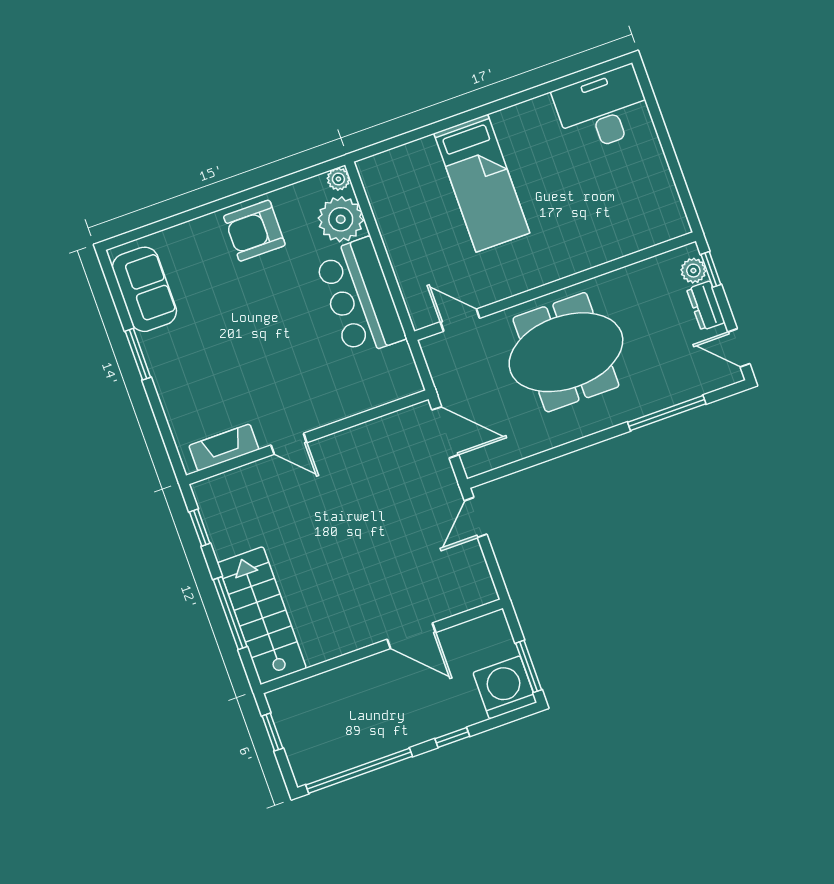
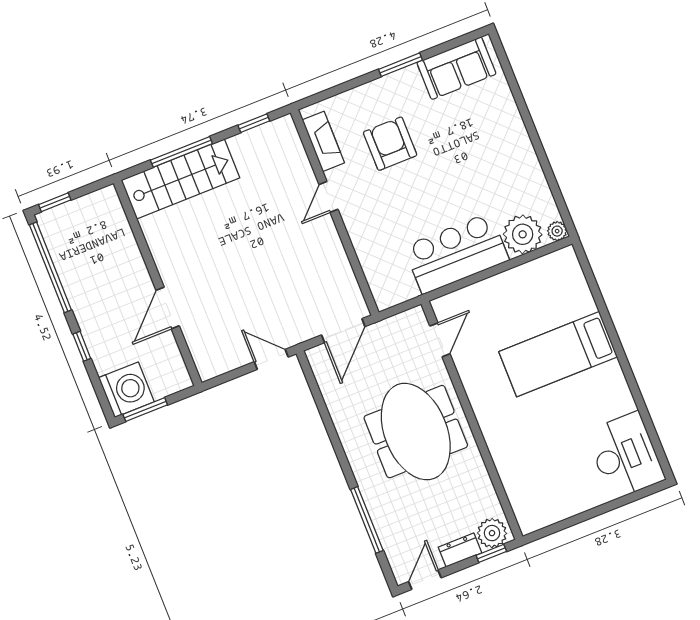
armchair: (254, 231) -> (390, 144), moved
plant: (693, 271) -> (492, 533), width x1.38, depth x1.38
window: (272, 732) -> (55, 202), moved

